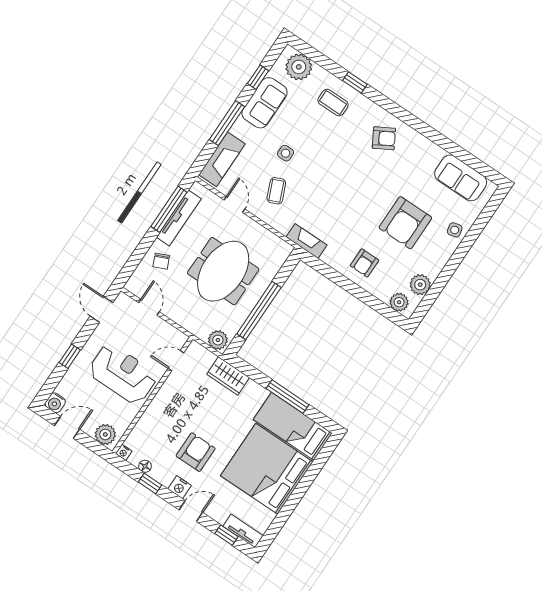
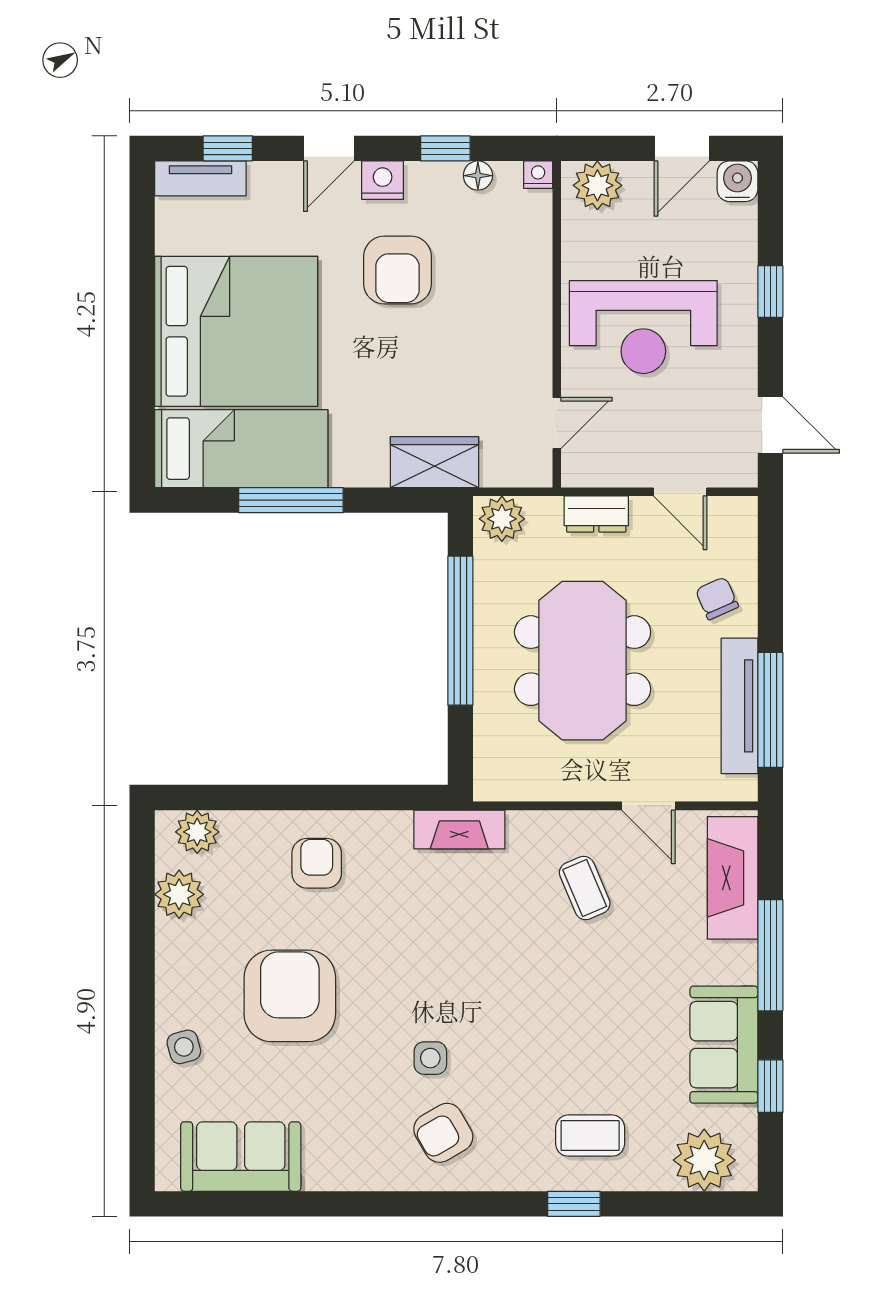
side table: (286, 153) -> (430, 1058), moved
dresser: (184, 319) -> (596, 514), added

